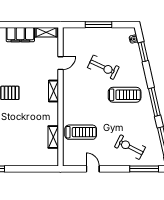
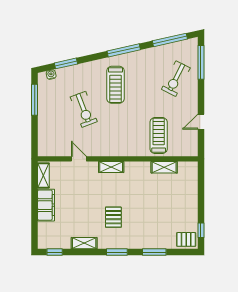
window: (99, 25) -> (35, 100), moved
exercise bike: (103, 67) -> (84, 109), turned 134
treadmill: (125, 95) -> (115, 85), turned 180

